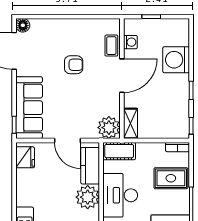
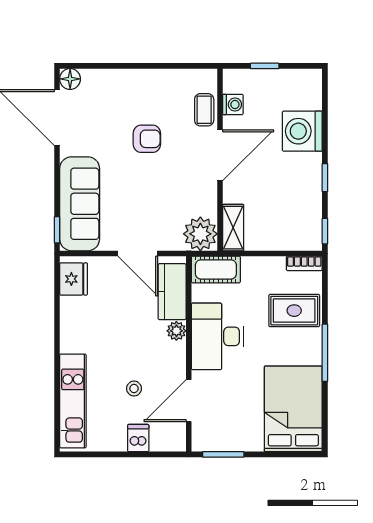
plant: (88, 197) -> (176, 331), width x0.53, depth x0.53

